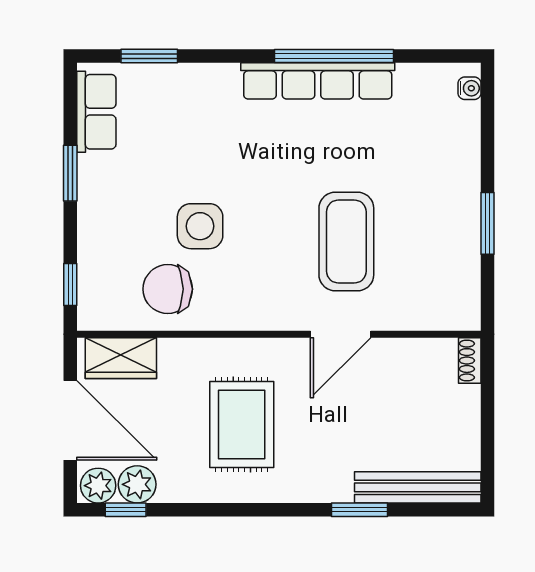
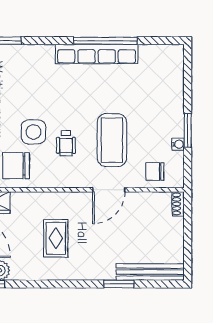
water cooler: (470, 88) -> (178, 144), moved
wheelchair: (261, 247) -> (66, 143), added
chair: (426, 300) -> (155, 172), added
rug: (242, 425) -> (56, 238), width x0.73, depth x0.70

